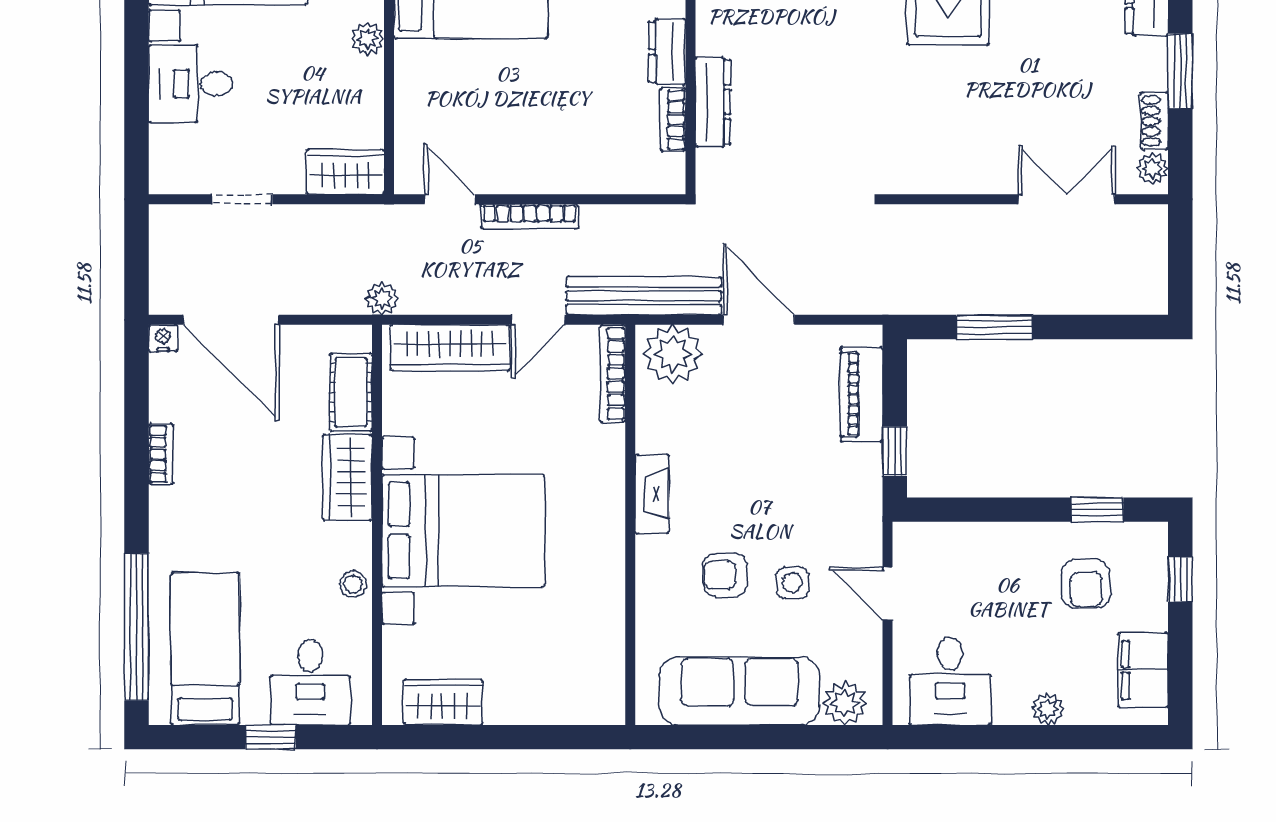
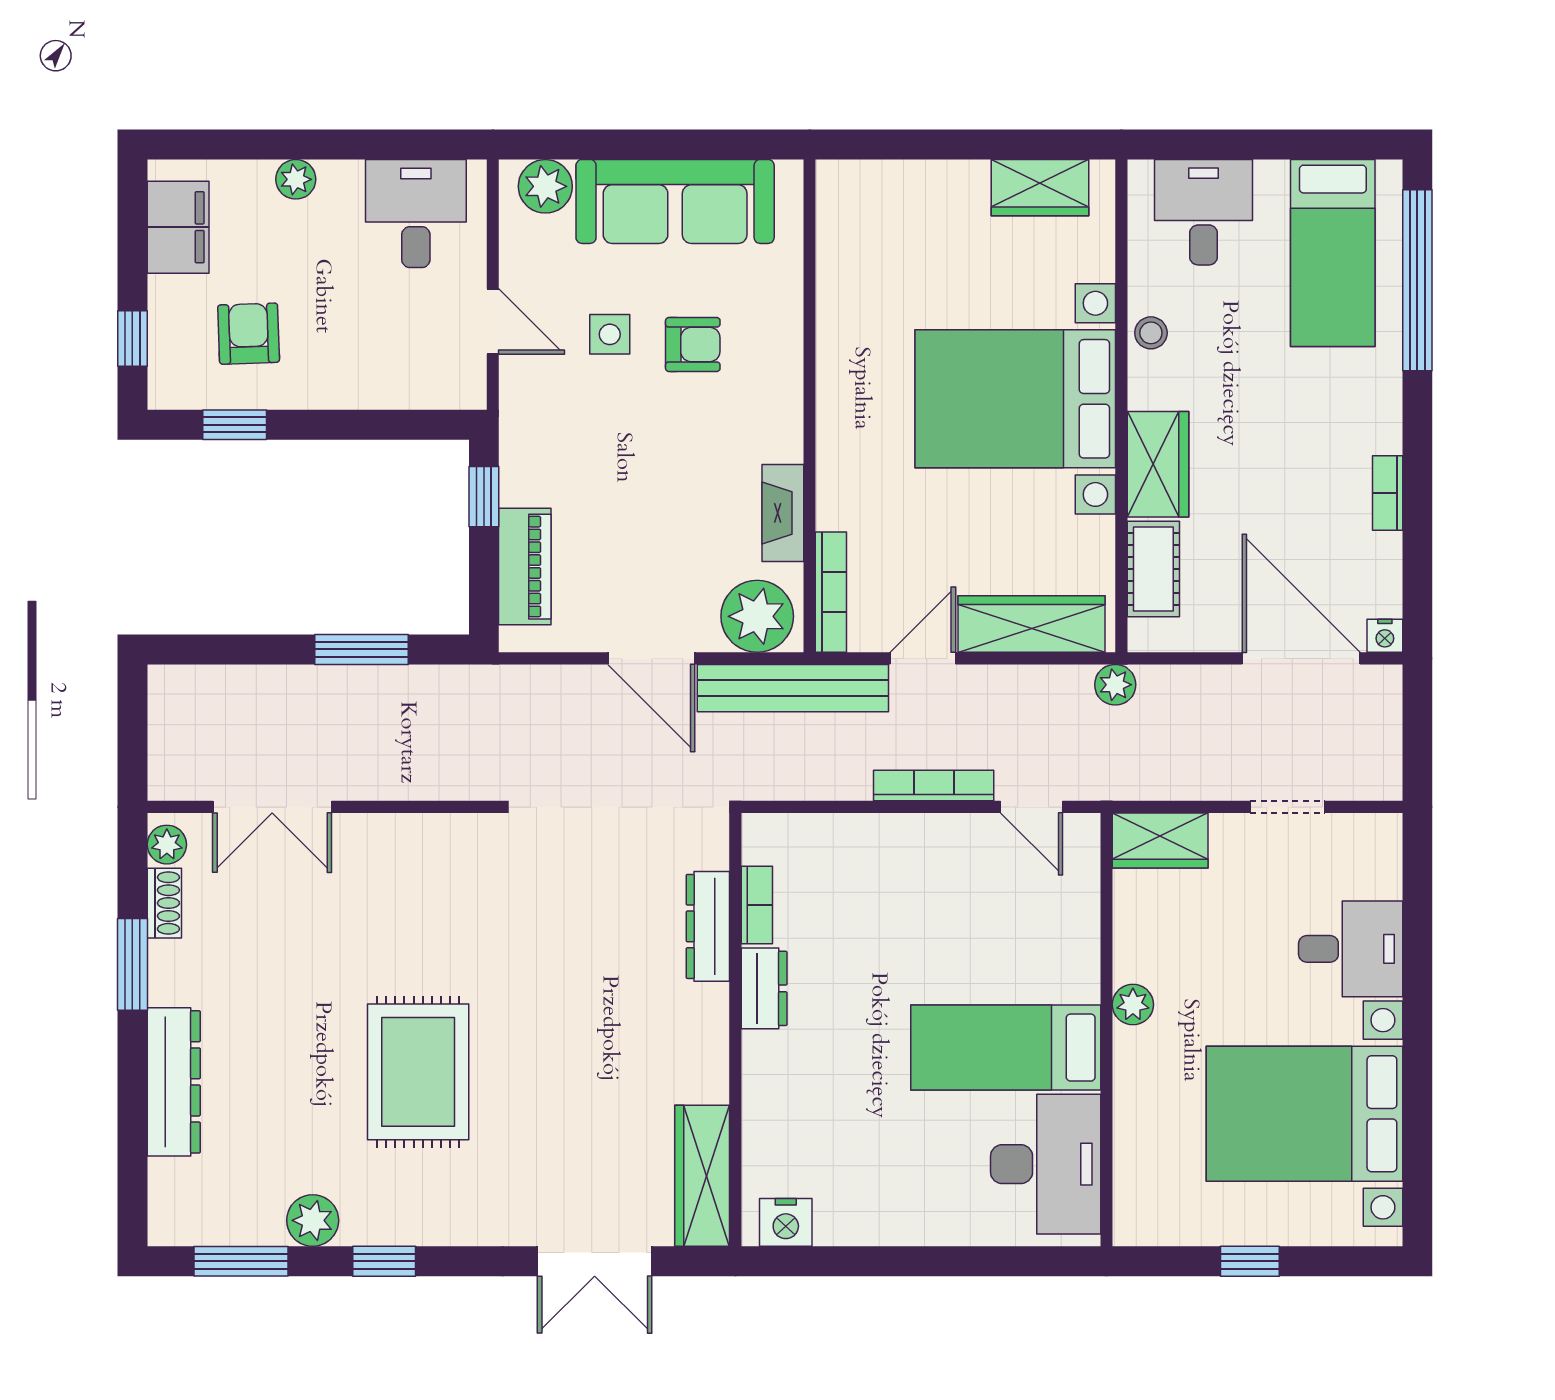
fireplace: (652, 494) -> (783, 513), moved
window: (271, 737) -> (1252, 145), removed

